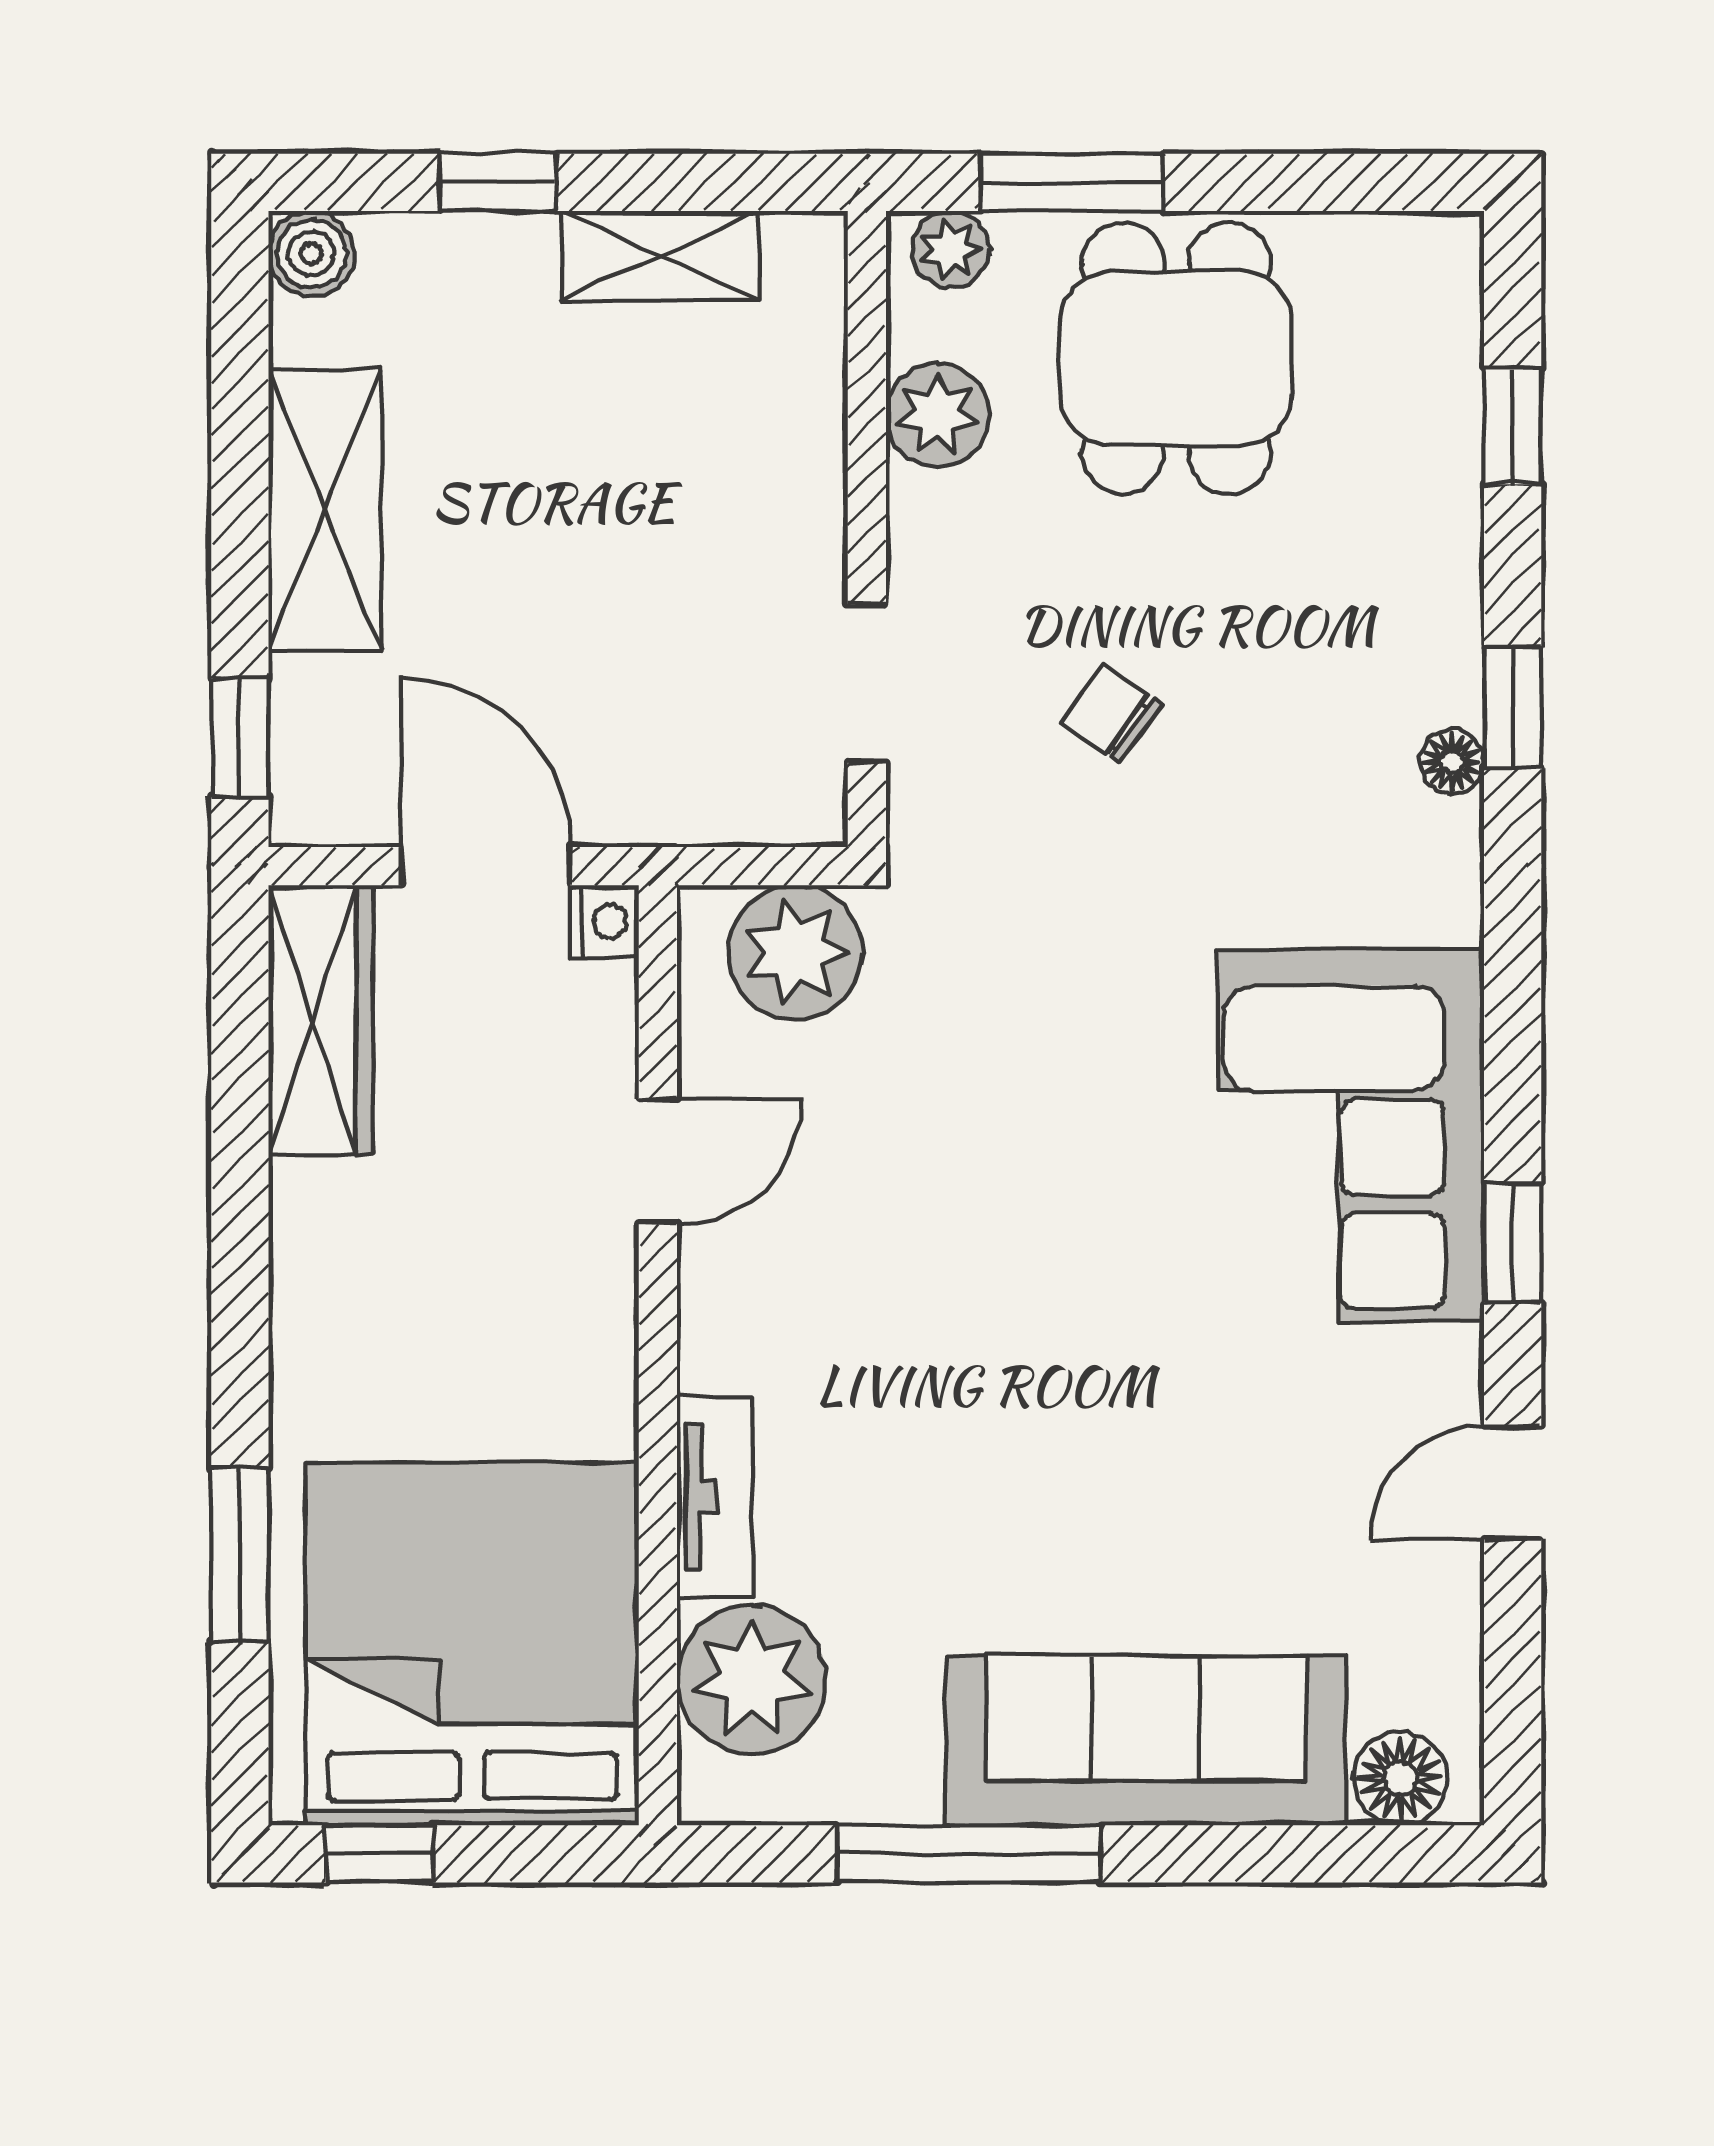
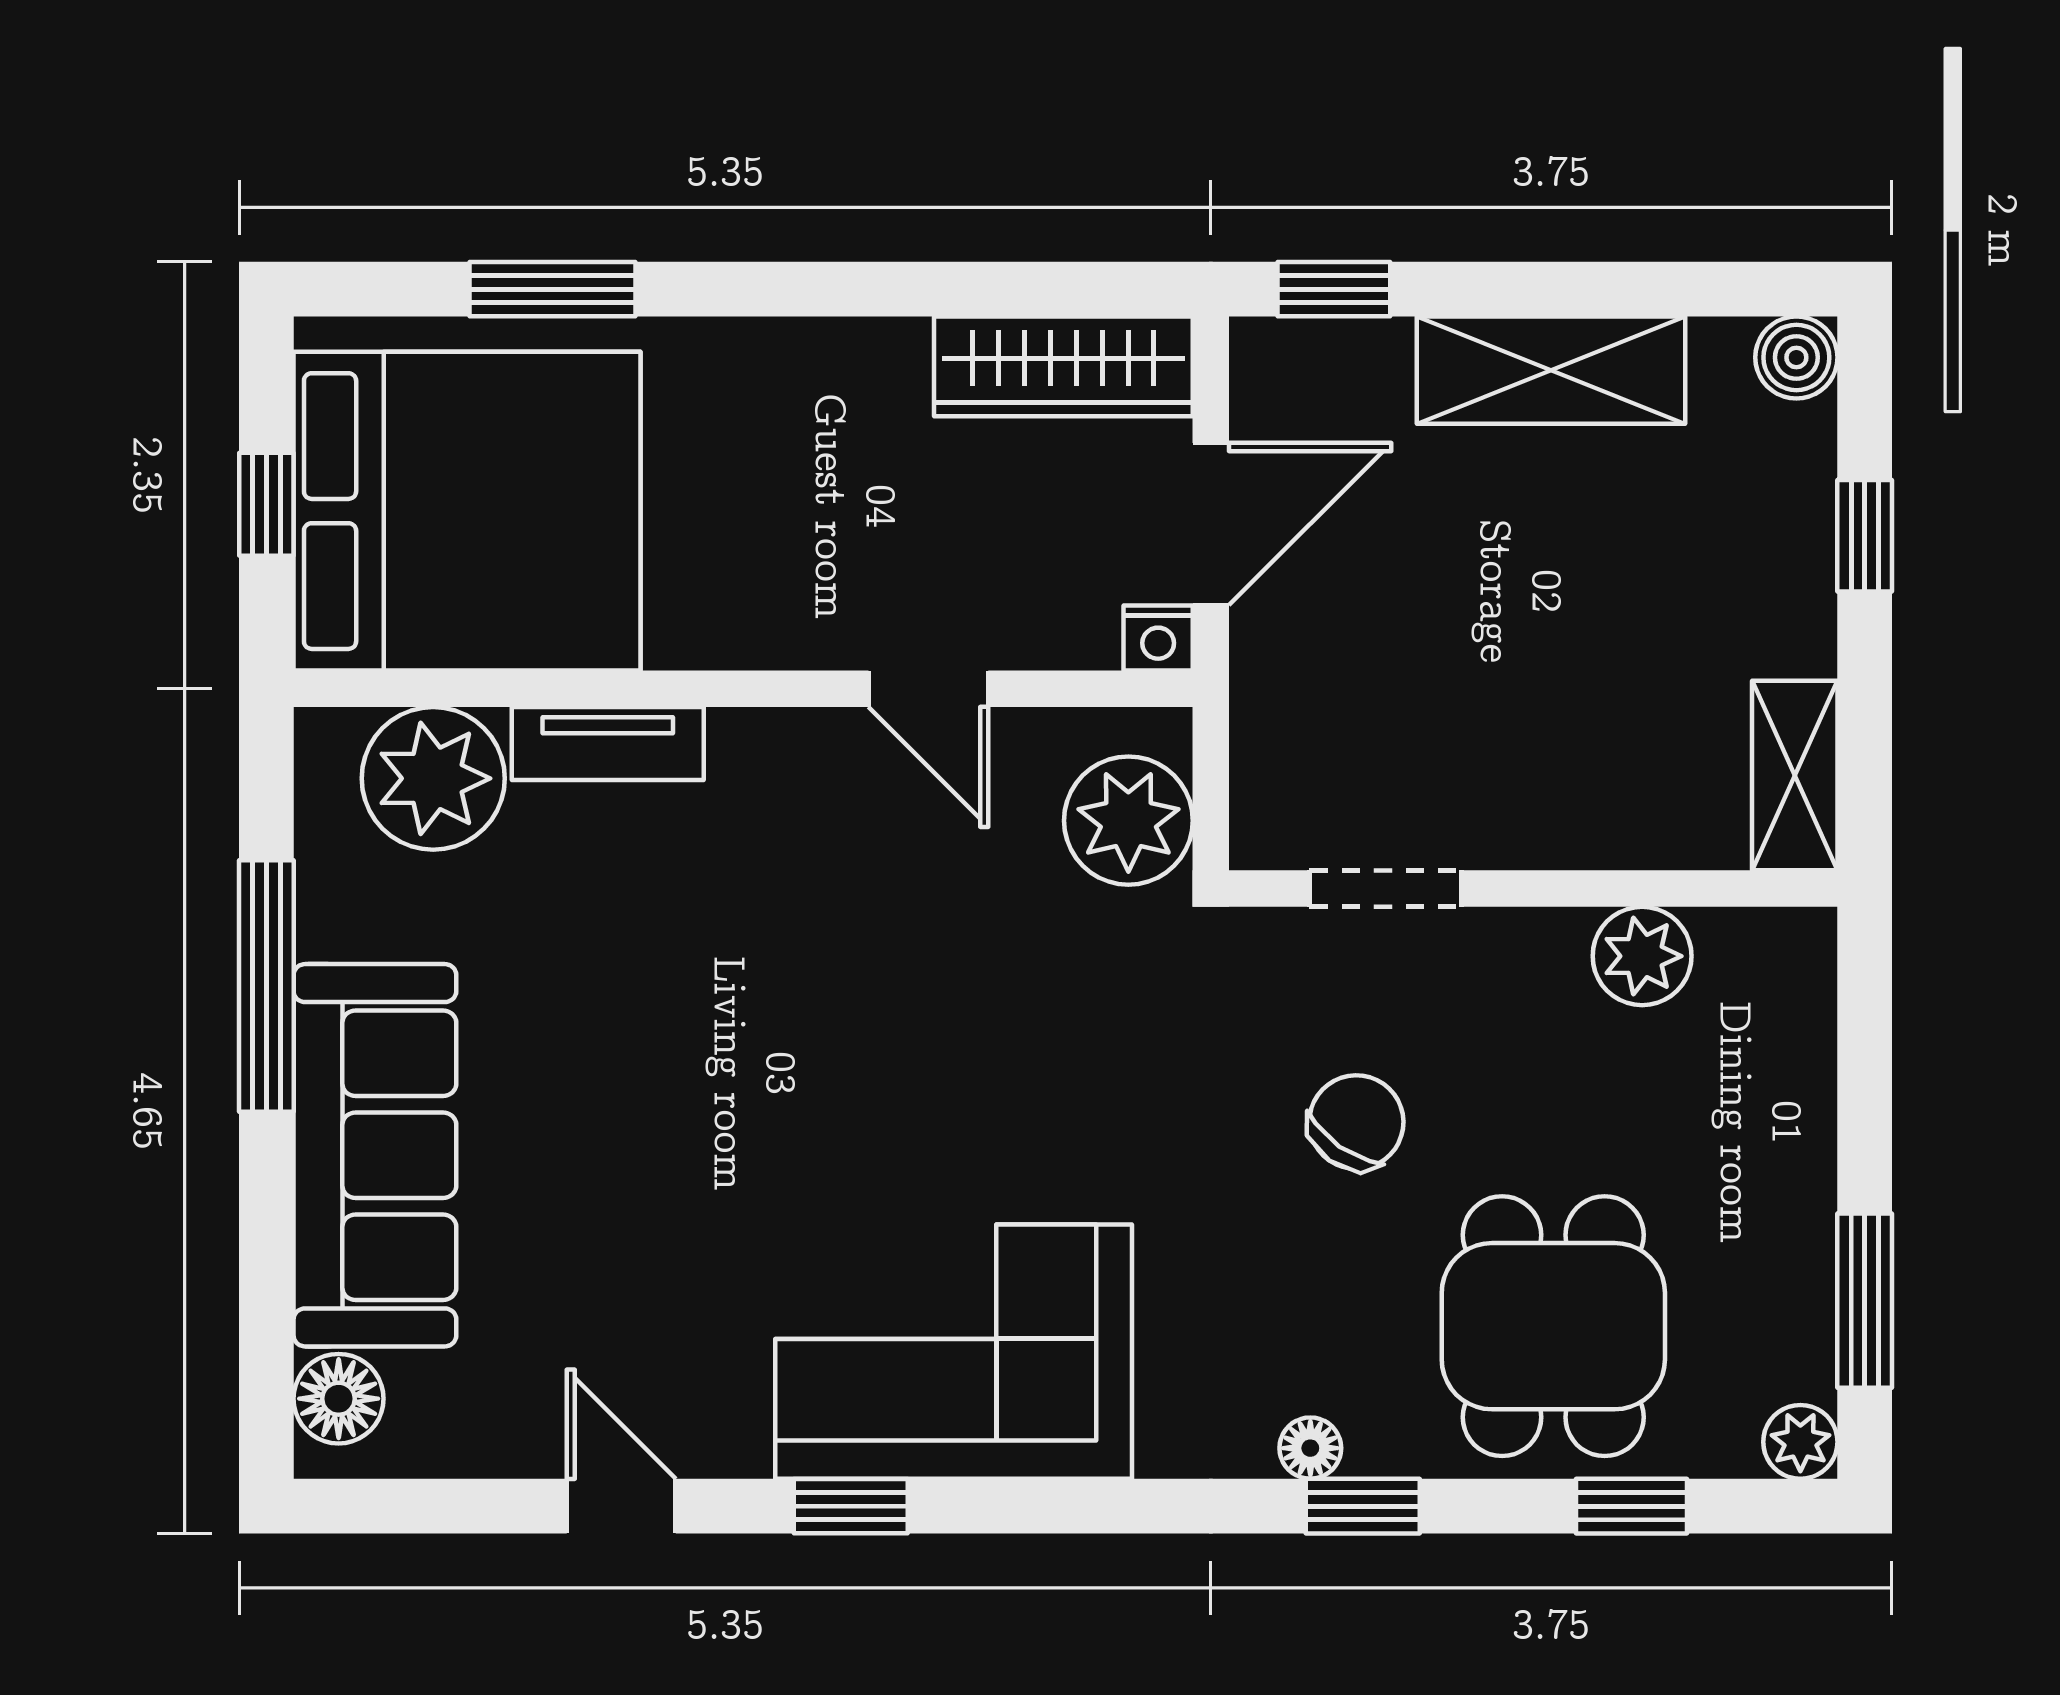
window: (1072, 182) -> (1865, 1301), moved
plant: (950, 250) -> (1800, 1442), moved
shelving: (660, 255) -> (1795, 776), moved
dining table: (1176, 358) -> (1553, 1326), moved, turned 90
chair: (1111, 714) -> (1356, 1122), width x1.37, depth x1.37
window: (379, 1854) -> (266, 504), moved

